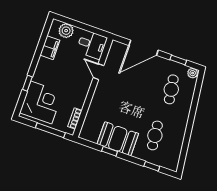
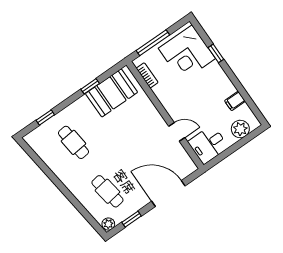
filing cabinet: (50, 48) -> (235, 101), width x0.50
door: (144, 48) -> (168, 193), hinge flipped
booth: (118, 139) -> (111, 93), moved

